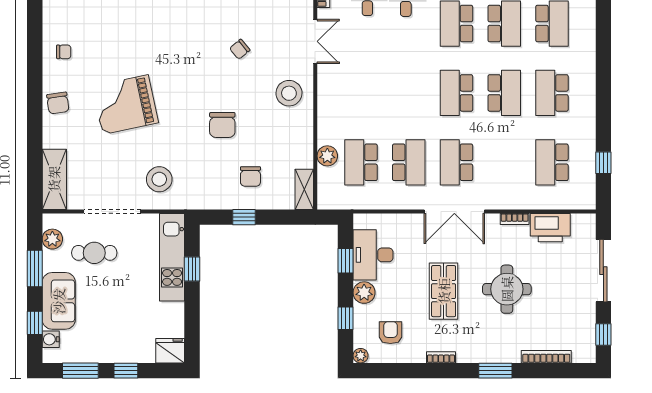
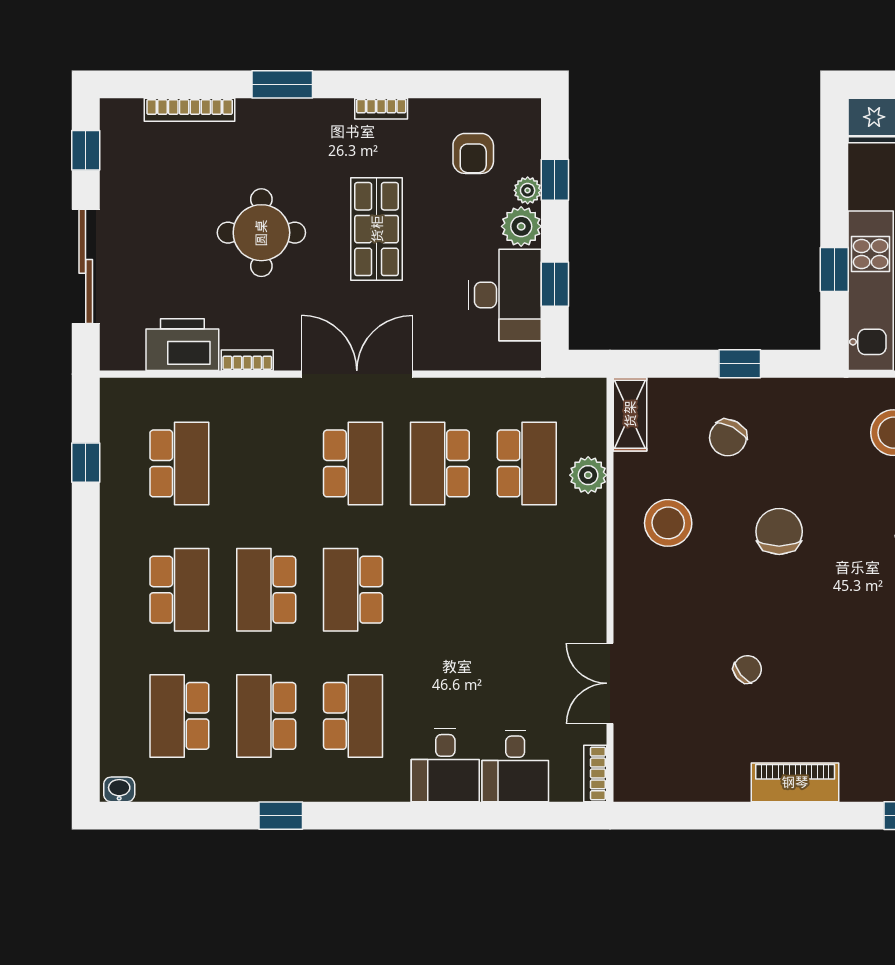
stool: (289, 93) -> (668, 523), moved
school desk: (456, 93) -> (353, 590), turned 180
chair: (250, 176) -> (728, 438), turned -152
plant: (361, 356) -> (528, 190), moved

